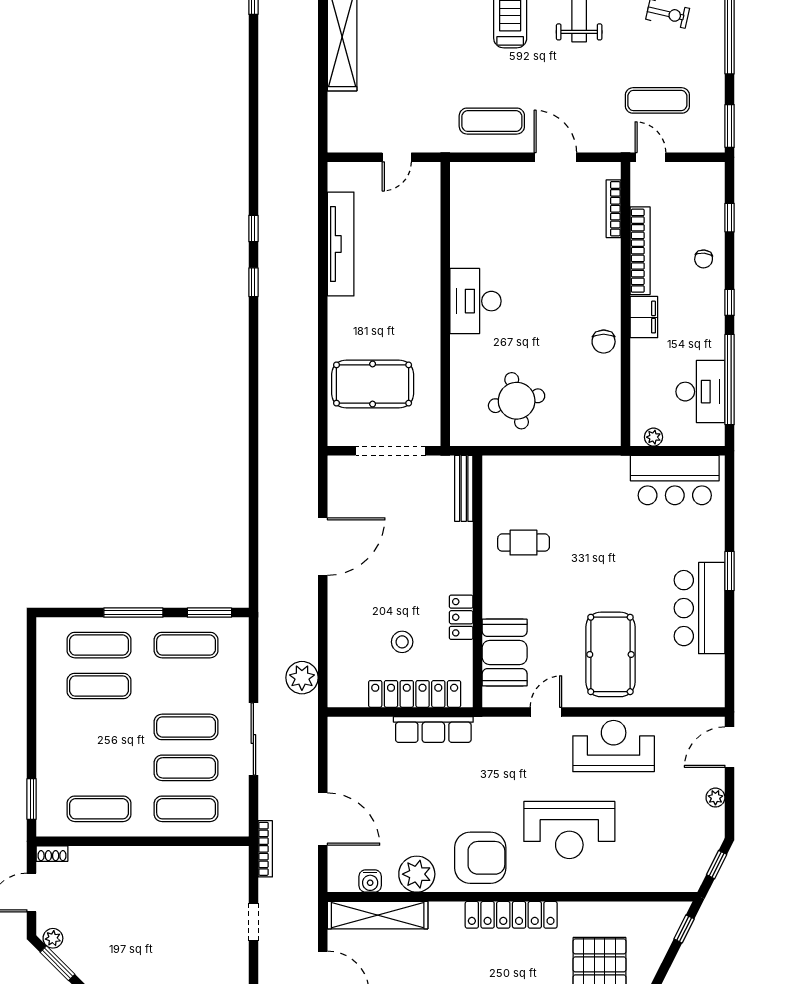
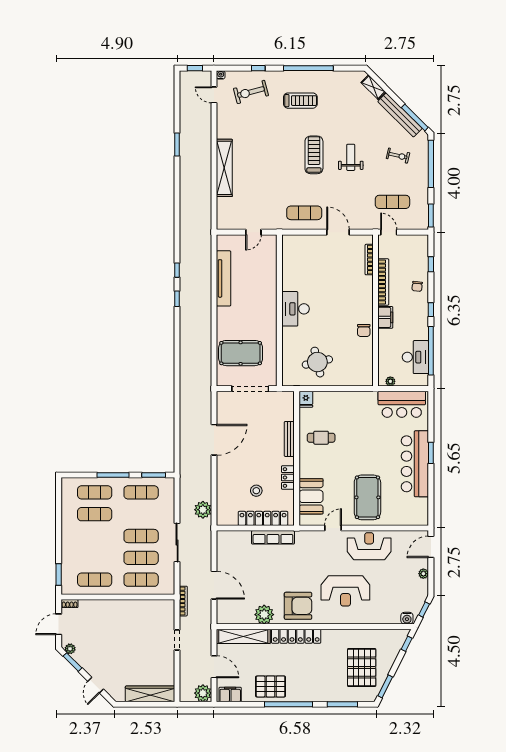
fridge: (495, 470) -> (306, 399), added
bench: (464, 488) -> (289, 439), moved
bar counter: (700, 608) -> (415, 464), width x1.36
water cooler: (370, 881) -> (407, 618), moved
locker: (511, 915) -> (296, 636), moved

